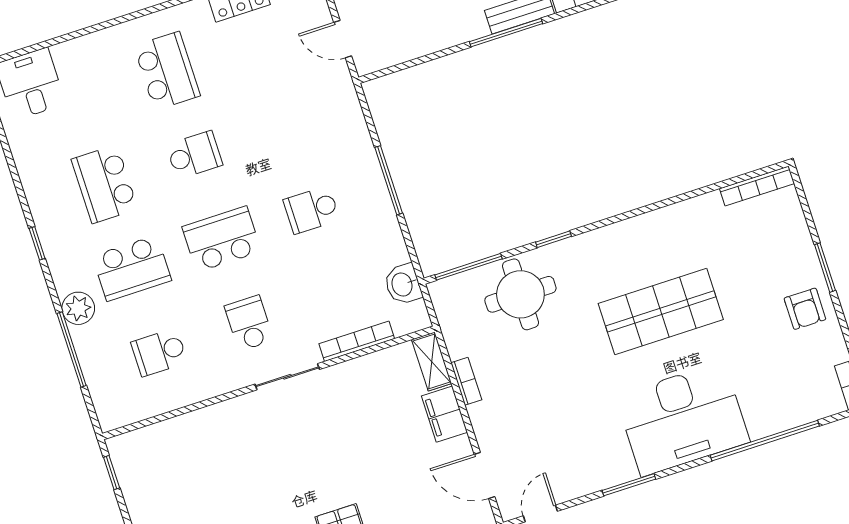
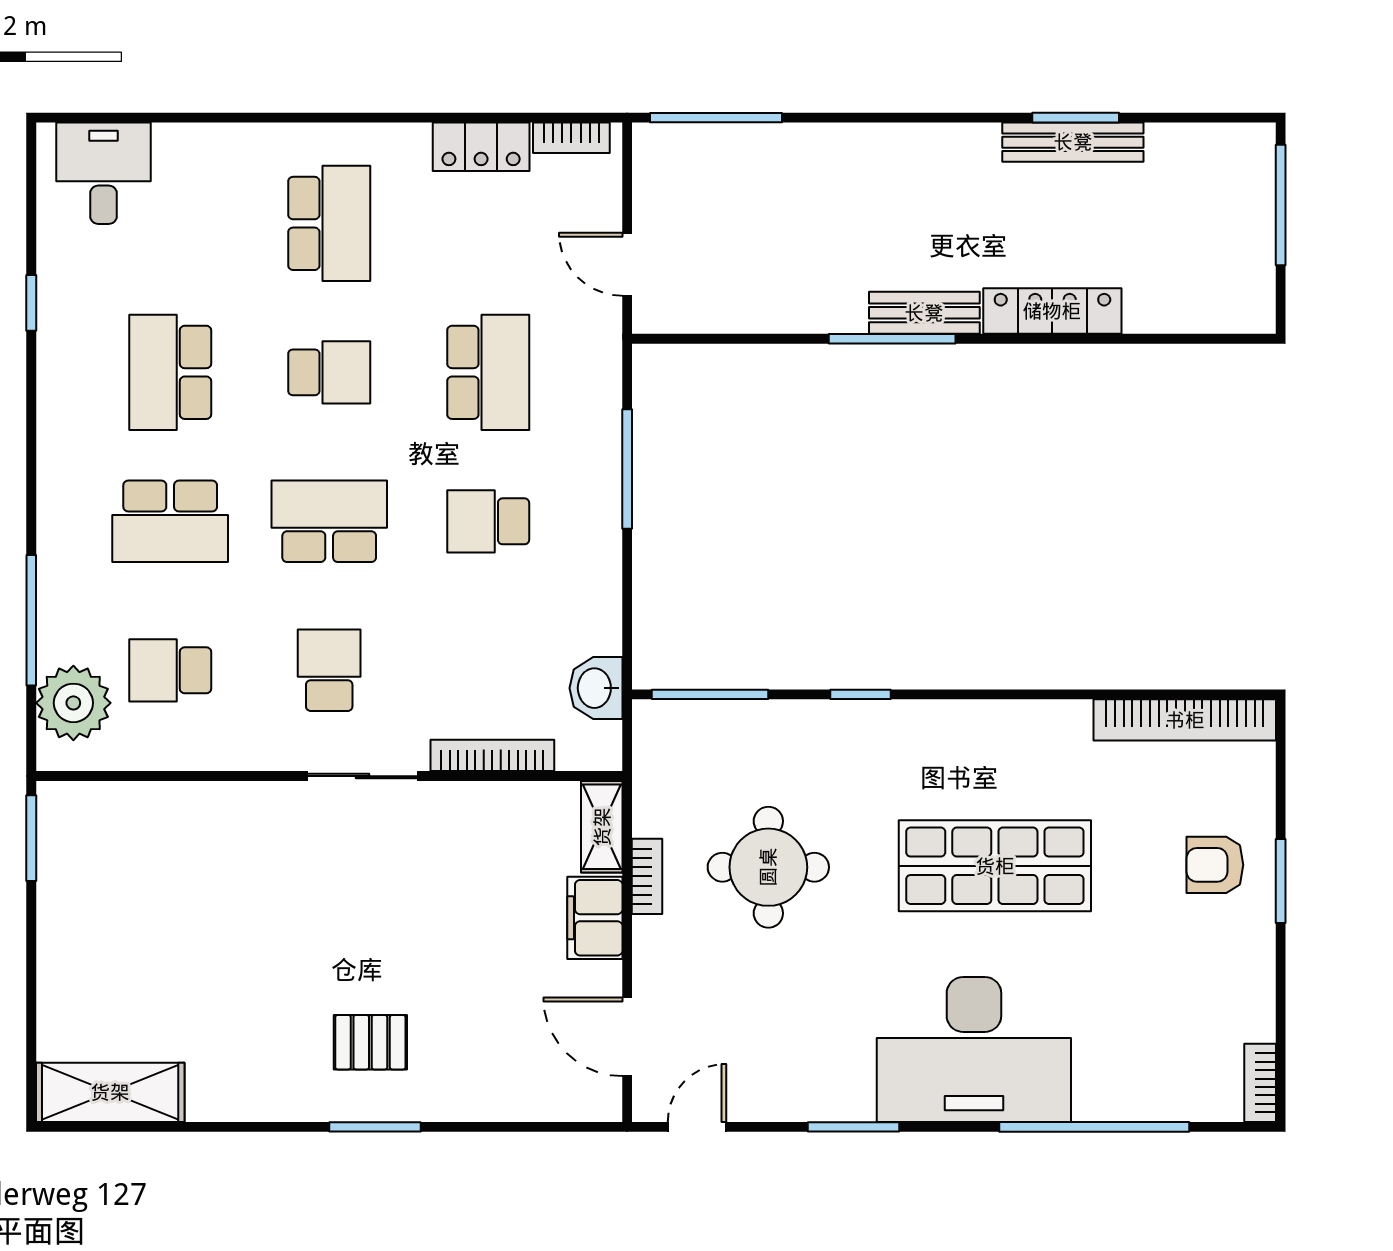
school desk: (284, 126) -> (488, 372), added
window: (389, 180) -> (627, 469), moved
bookcase: (757, 186) -> (1185, 720), width x1.48, depth x1.31
window: (37, 243) -> (31, 303), moved
round table: (520, 294) -> (768, 867), moved
plant: (78, 308) -> (73, 703), moved, width x1.36, depth x1.36
armchair: (805, 309) -> (1215, 865), moved, turned 90
window: (112, 473) -> (31, 838), width x1.50

